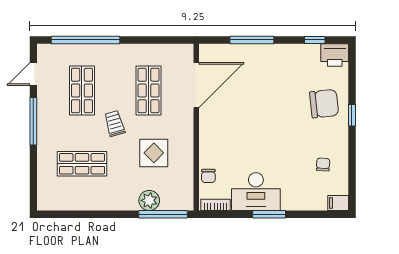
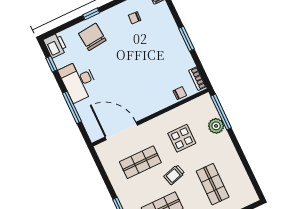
desk: (256, 192) -> (79, 81), moved, turned 180

